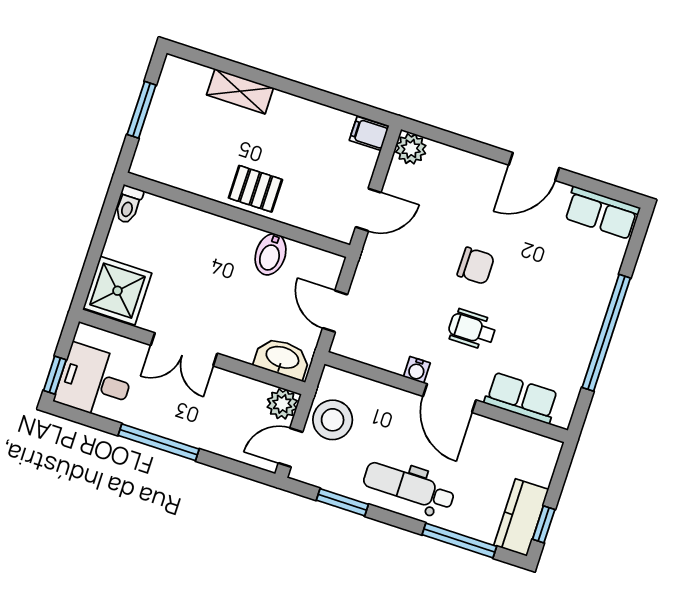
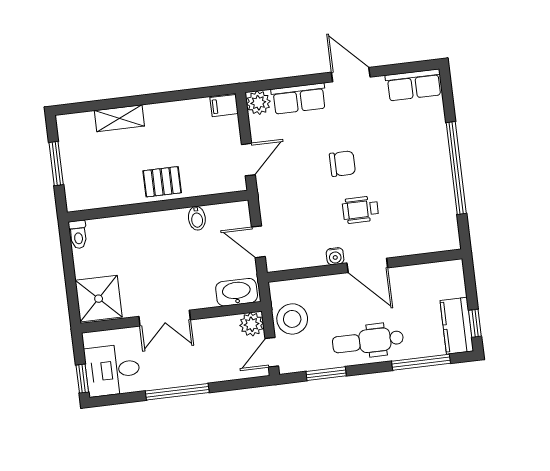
door: (534, 166) -> (351, 75), swing flipped
bidet: (271, 254) -> (197, 218), width x0.72, depth x0.74
row of seats: (521, 398) -> (299, 99), moved, turned 180

